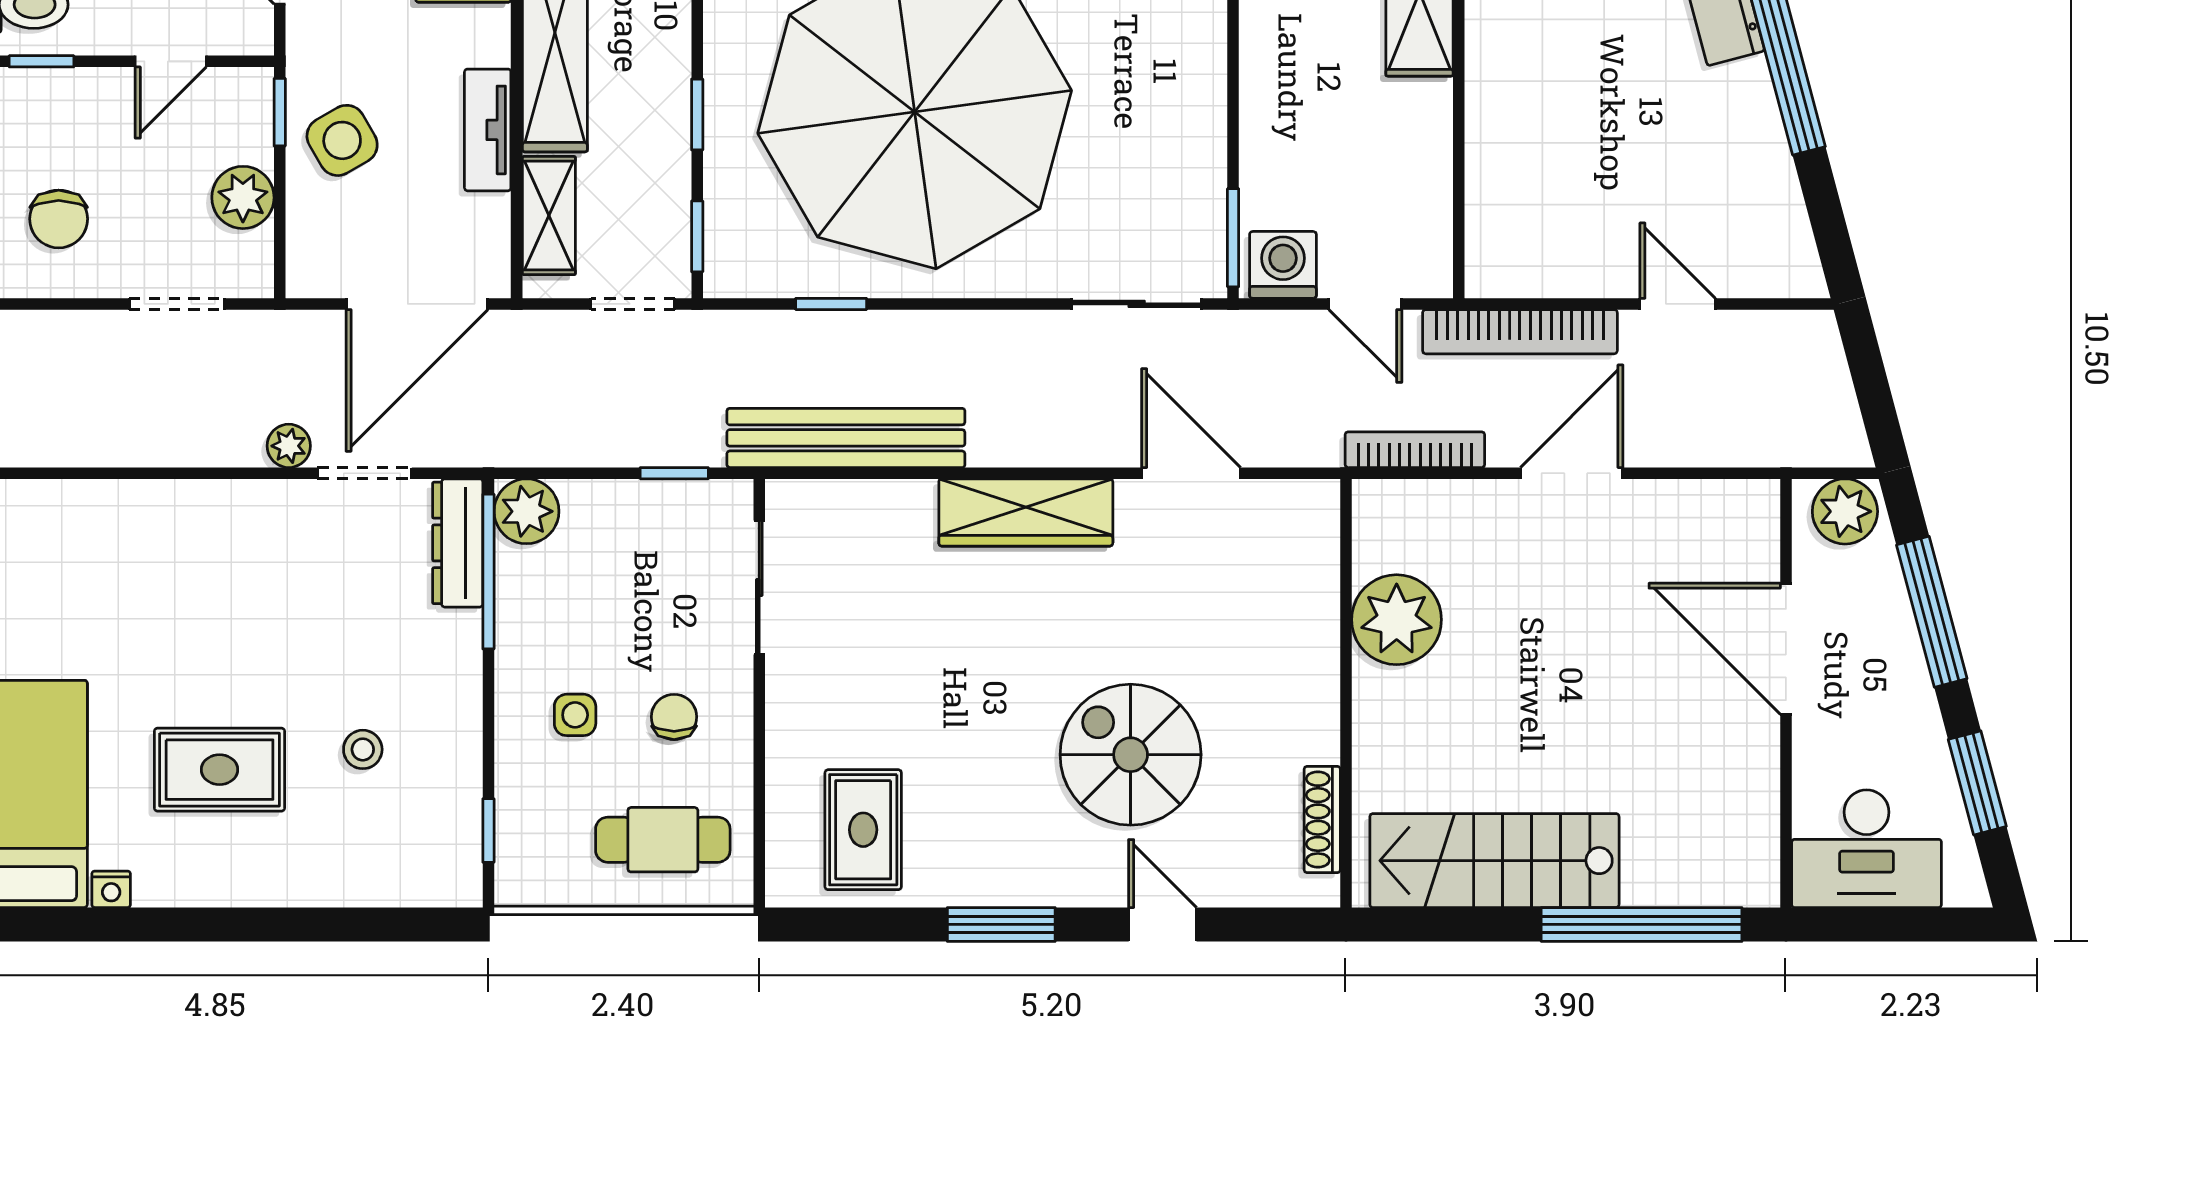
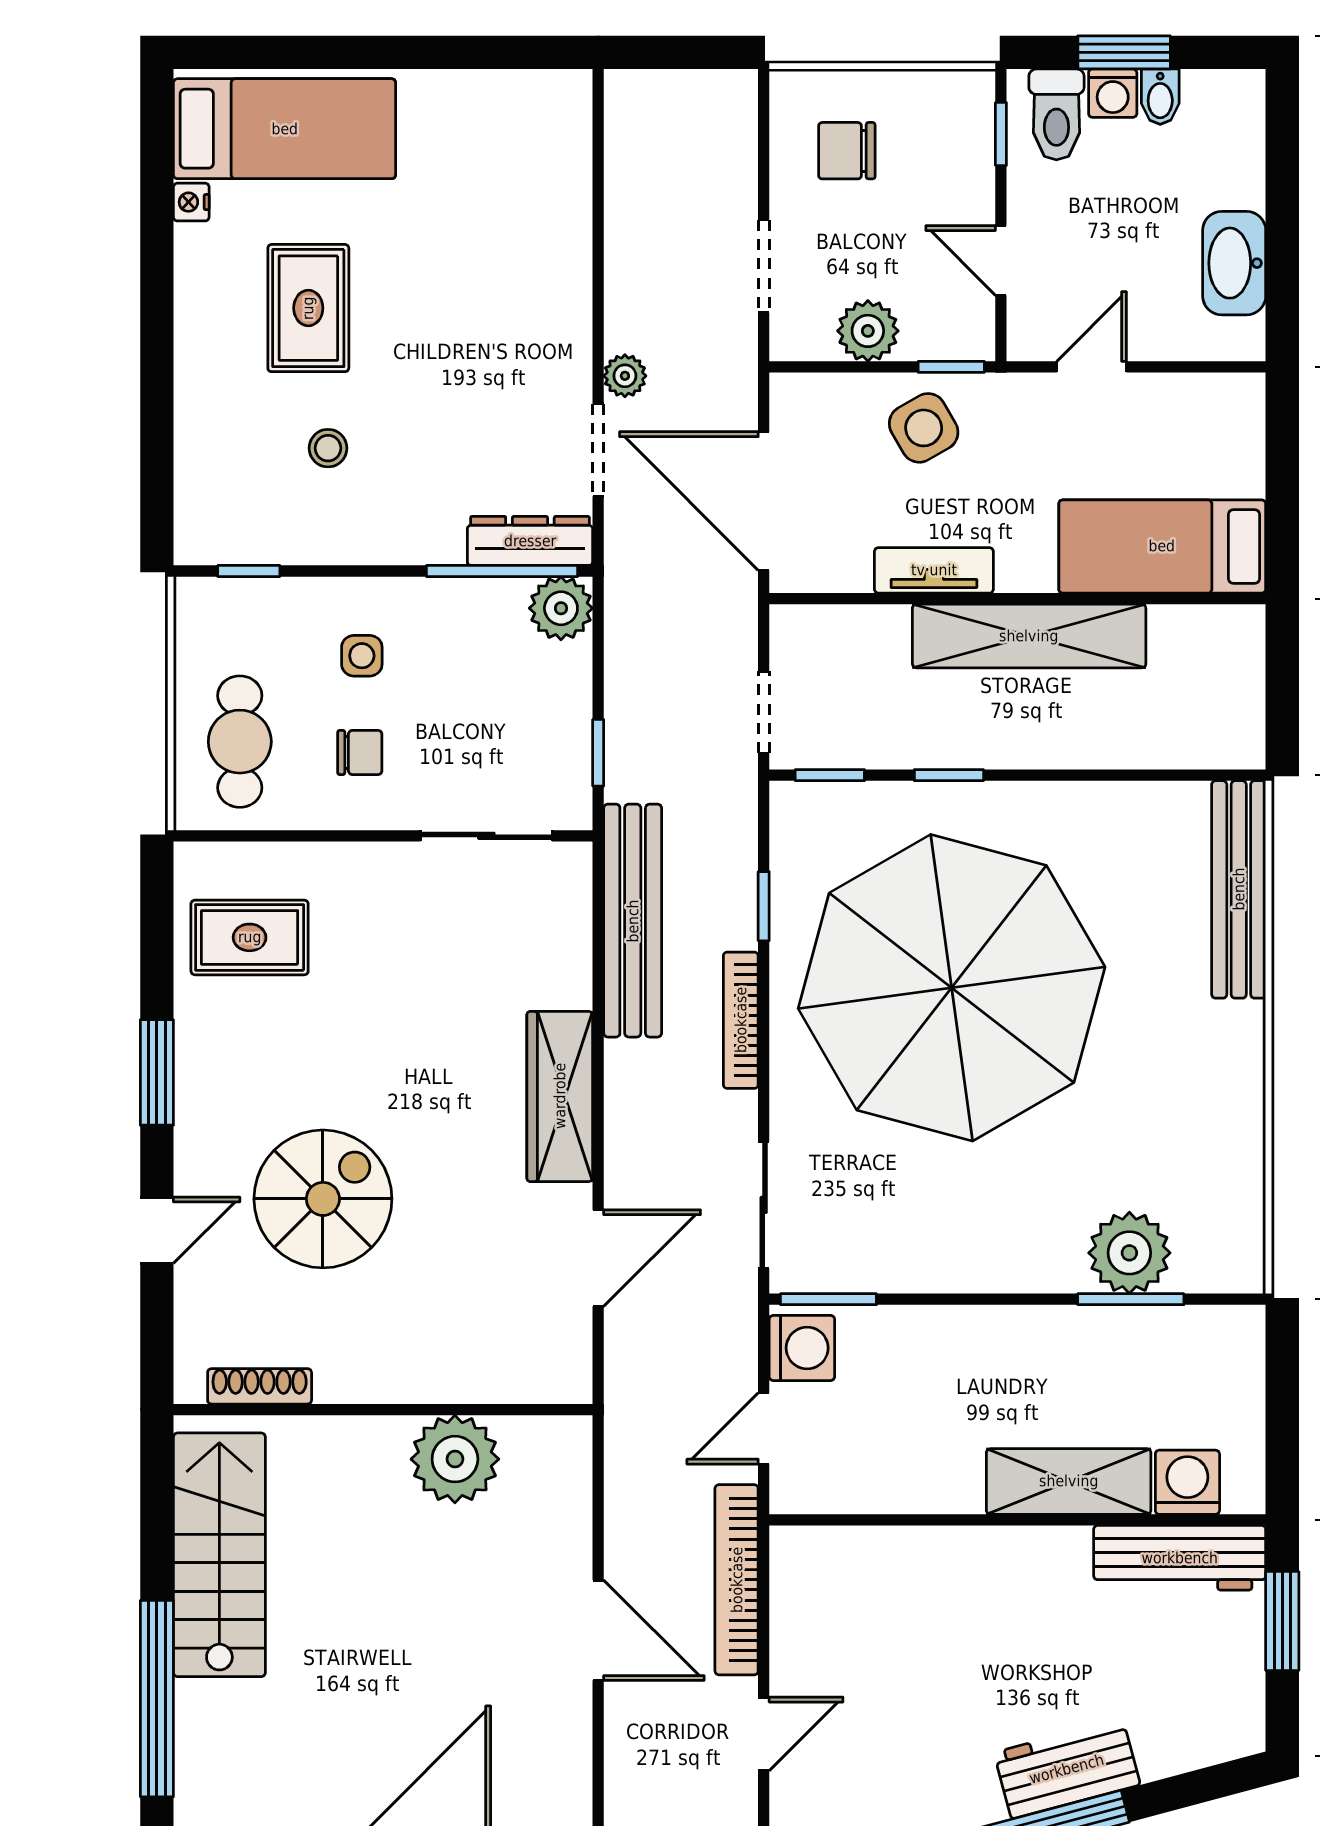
shelving: (549, 216) -> (850, 630), removed
bookcase: (1415, 450) -> (741, 1020), moved, turned 180

